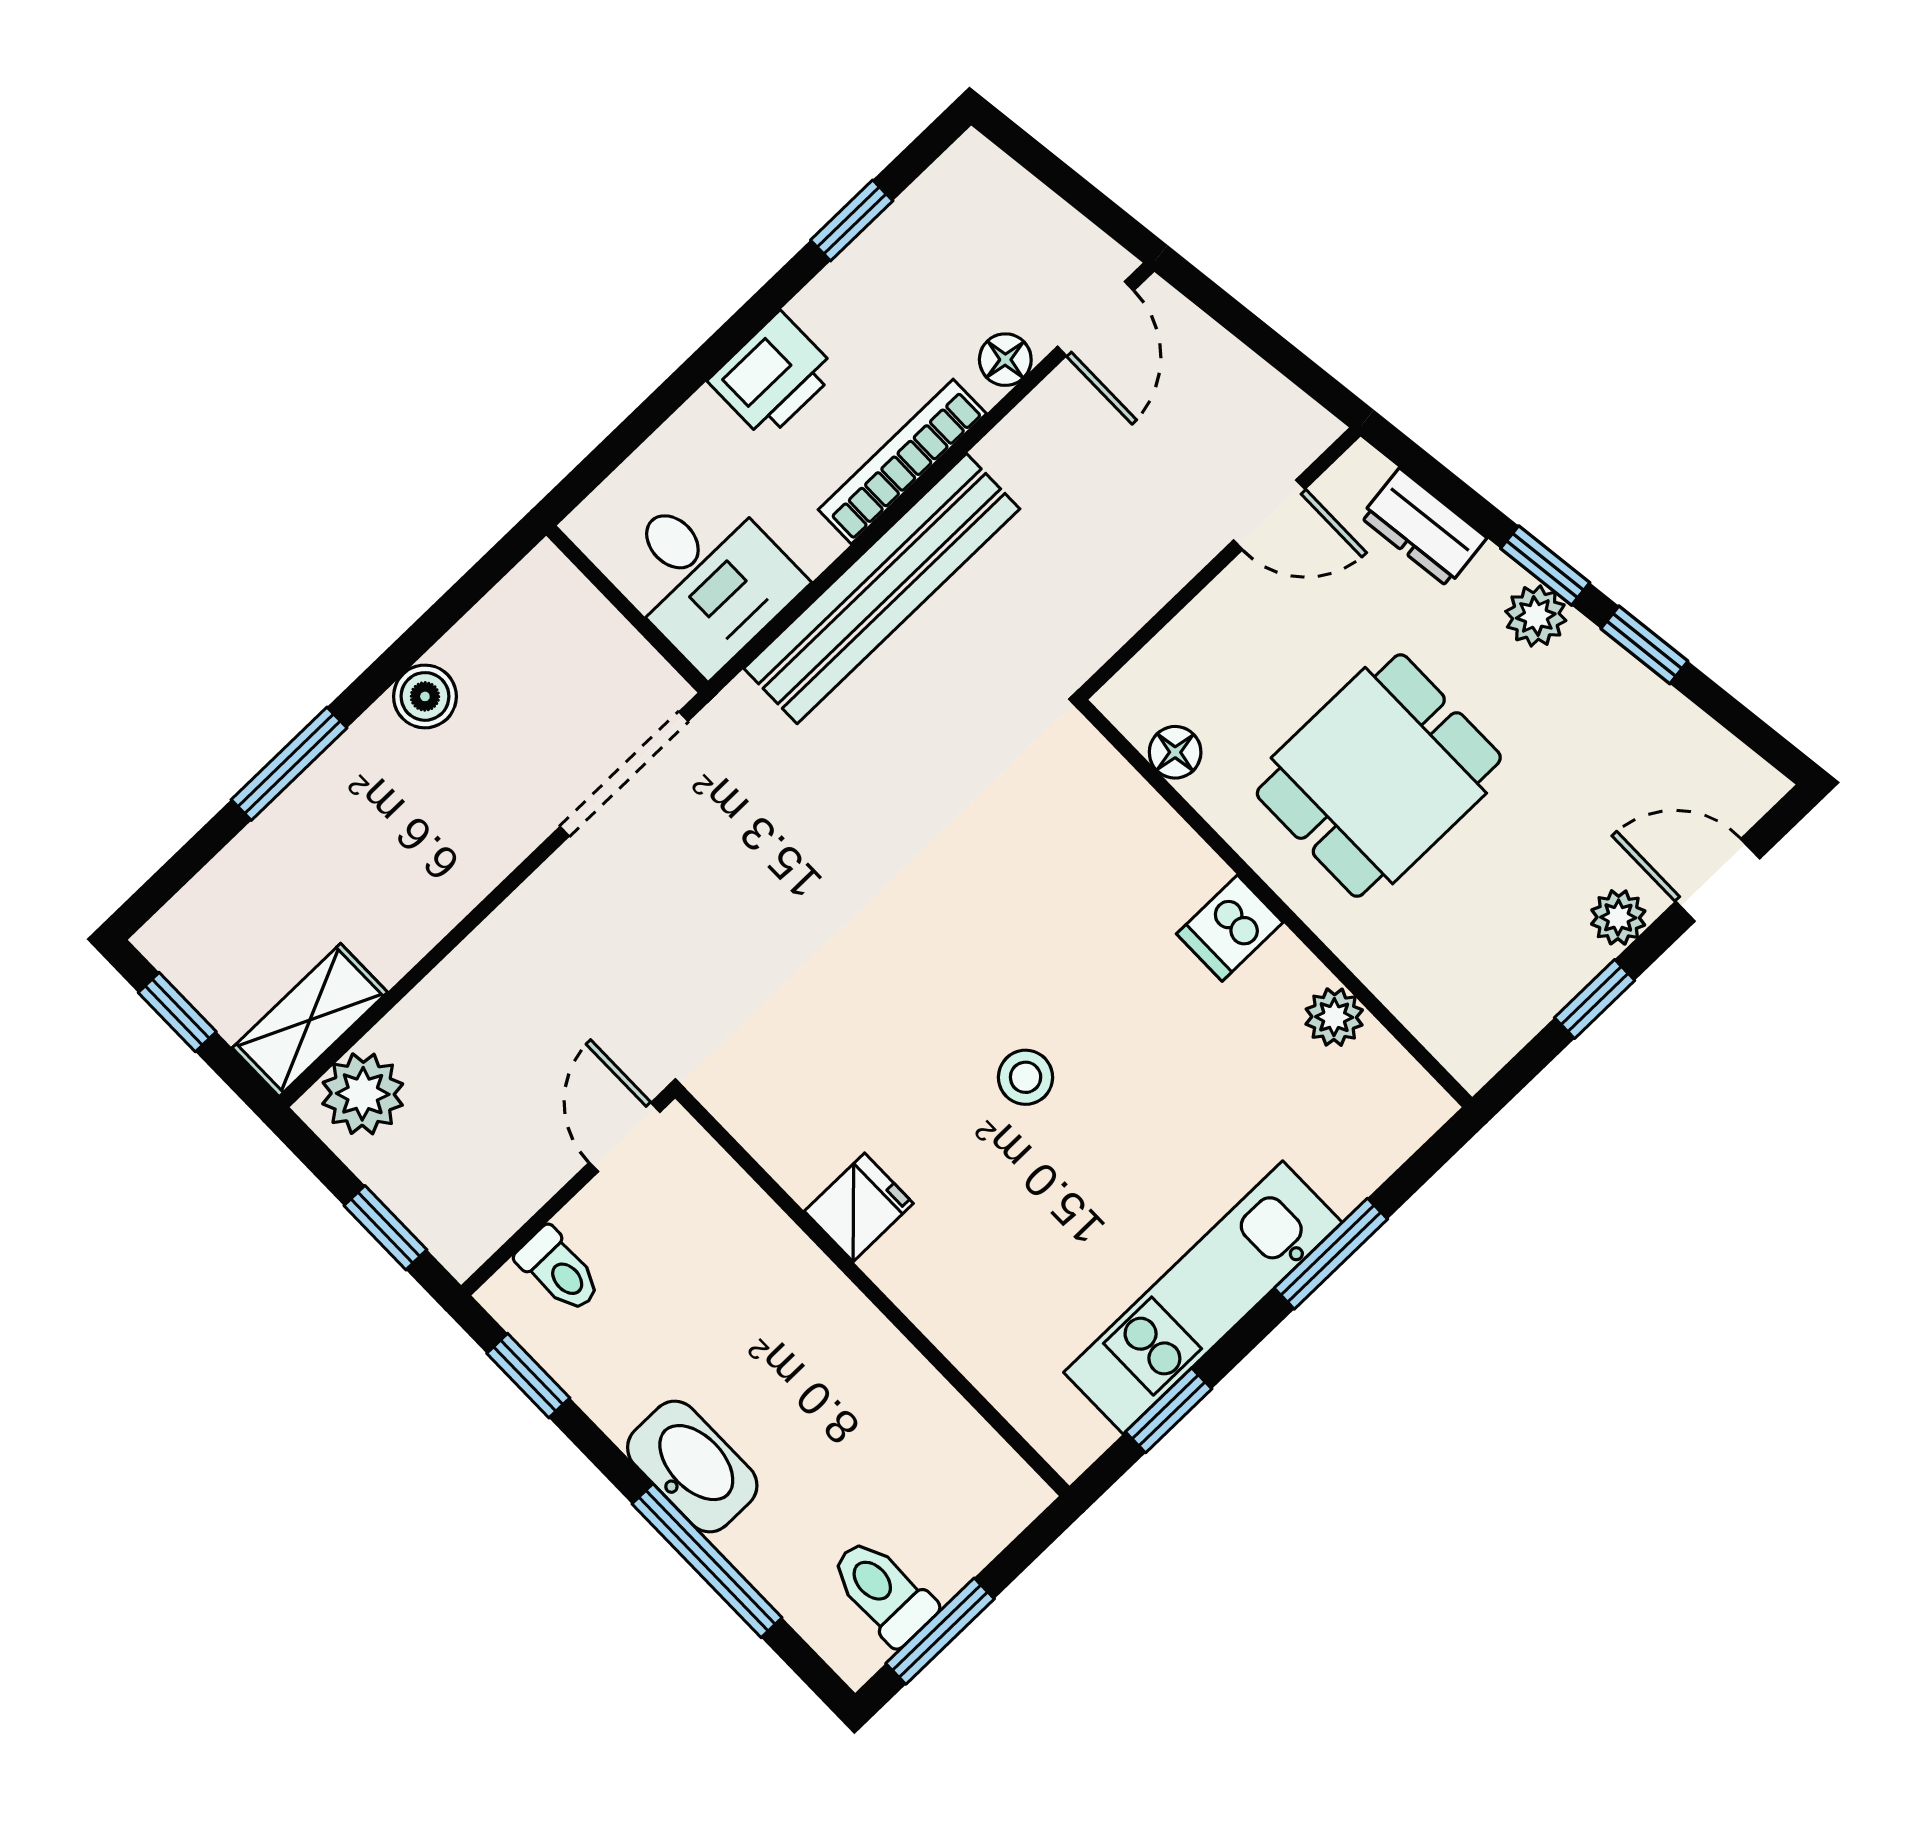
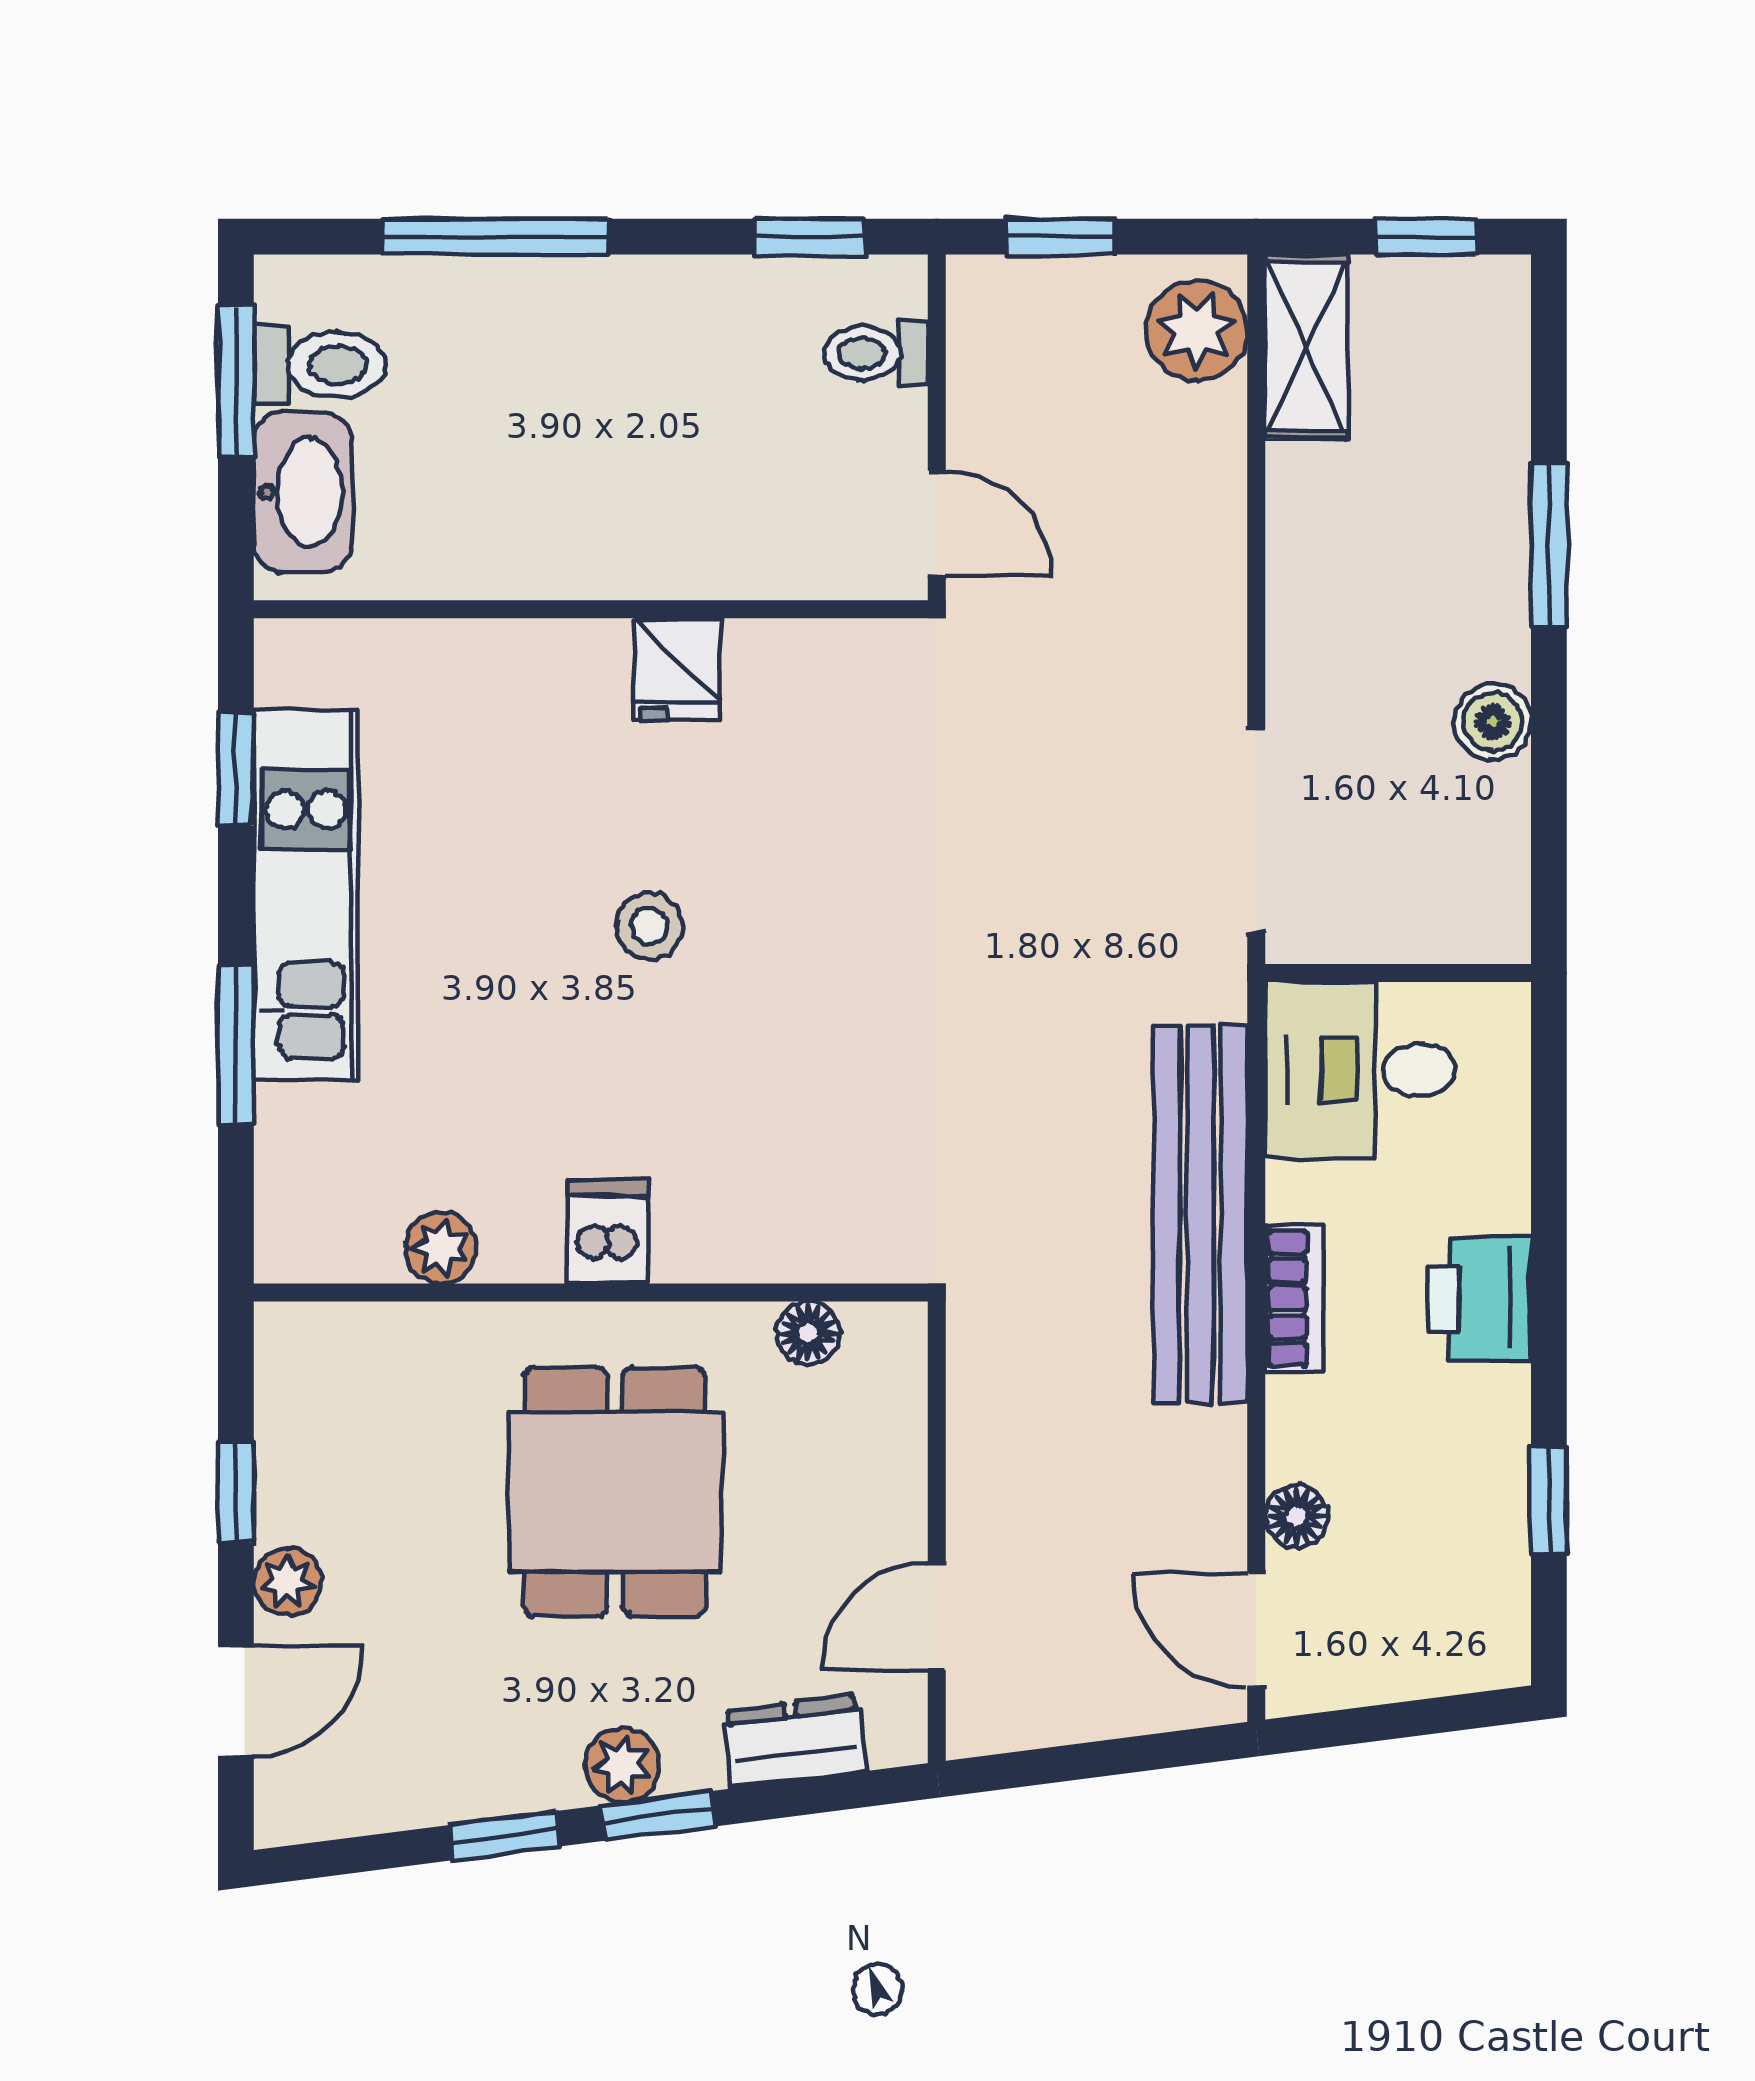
bookcase: (902, 462) -> (1294, 1298), width x0.64
washbasin: (692, 1467) -> (303, 492), moved, turned -90

